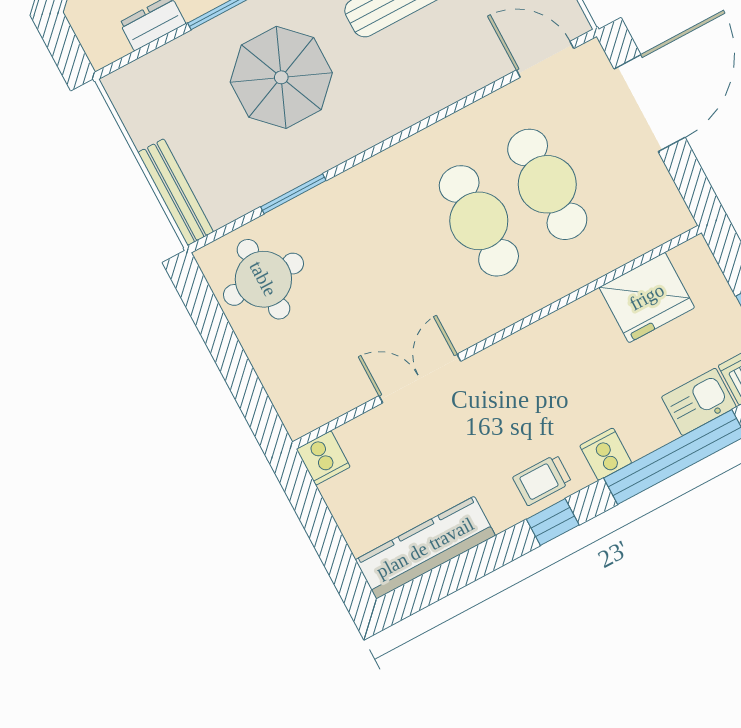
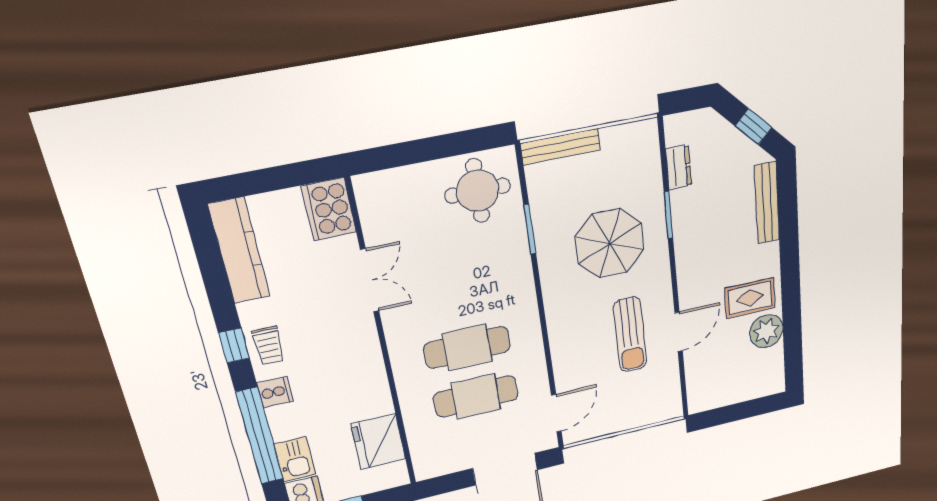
cooker: (323, 458) -> (329, 209), width x1.87, depth x1.31
trolley: (542, 480) -> (268, 346), turned 180

